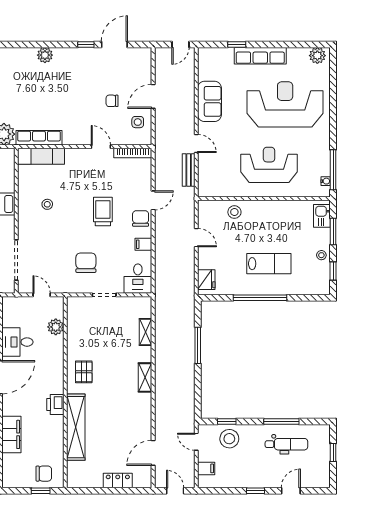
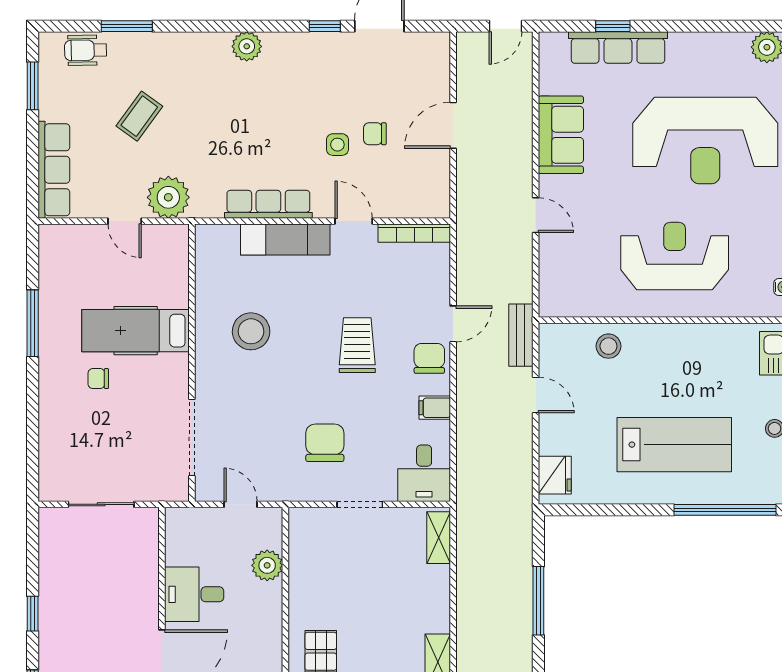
row of seats: (260, 56) -> (618, 47), moved
reception desk: (285, 104) -> (705, 140), turned 180
side table: (138, 122) -> (337, 145), moved
row of seats: (39, 138) -> (268, 204), moved
exam couch: (41, 156) -> (285, 240), moved
bench: (189, 170) -> (521, 335), moved
stool: (47, 204) -> (251, 331), width x1.89, depth x1.89
lab bench: (269, 264) -> (674, 445), width x1.36, depth x1.39
window: (260, 298) -> (725, 510), moved
shelving: (145, 332) -> (439, 538), moved

